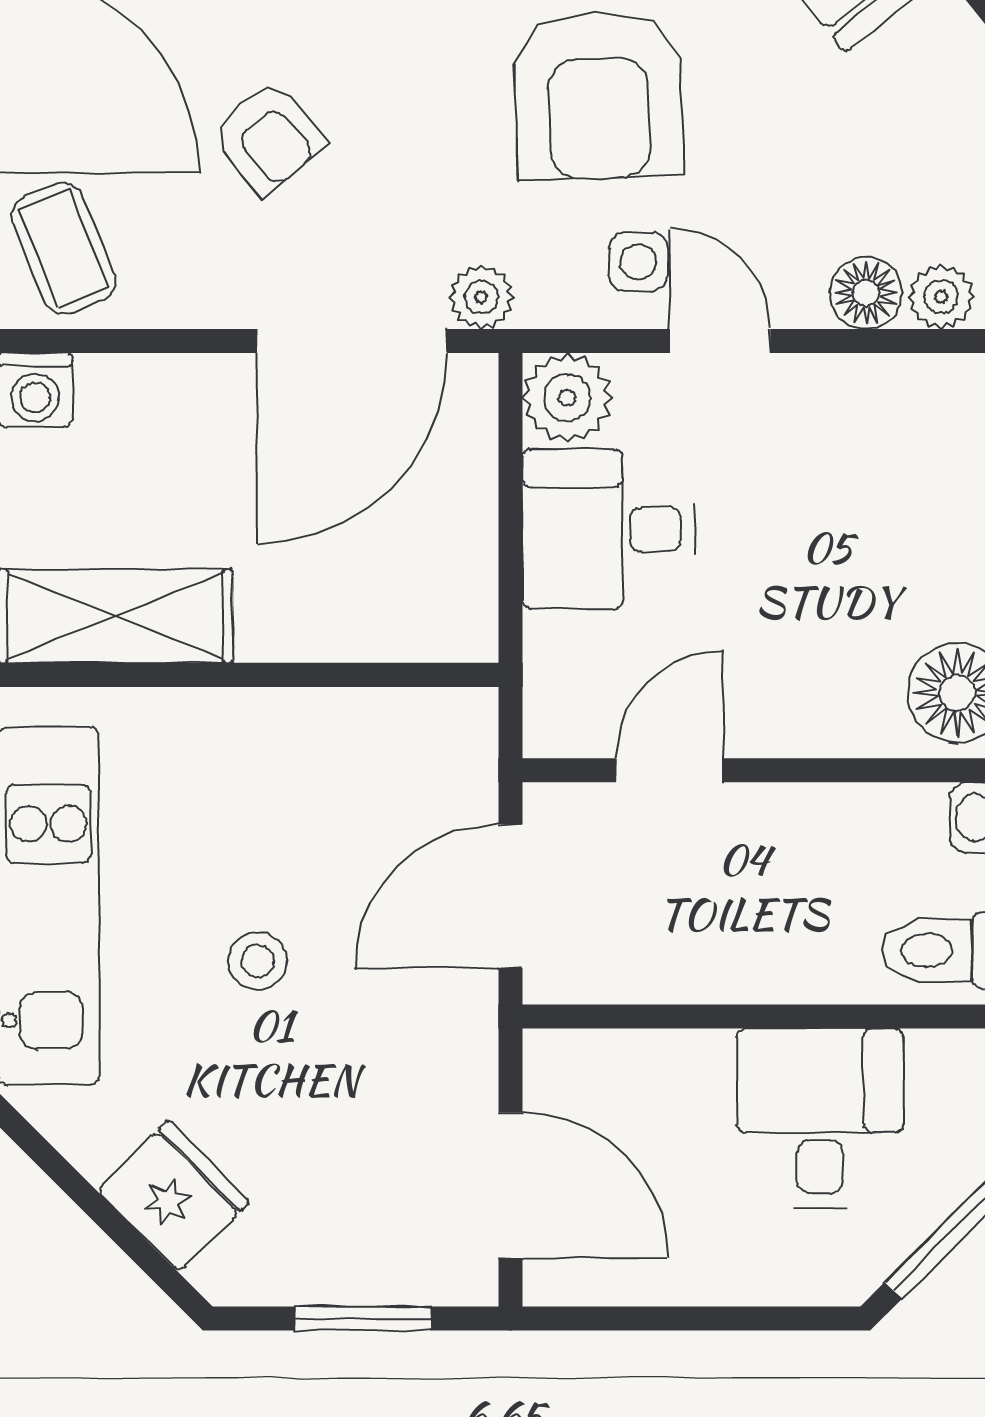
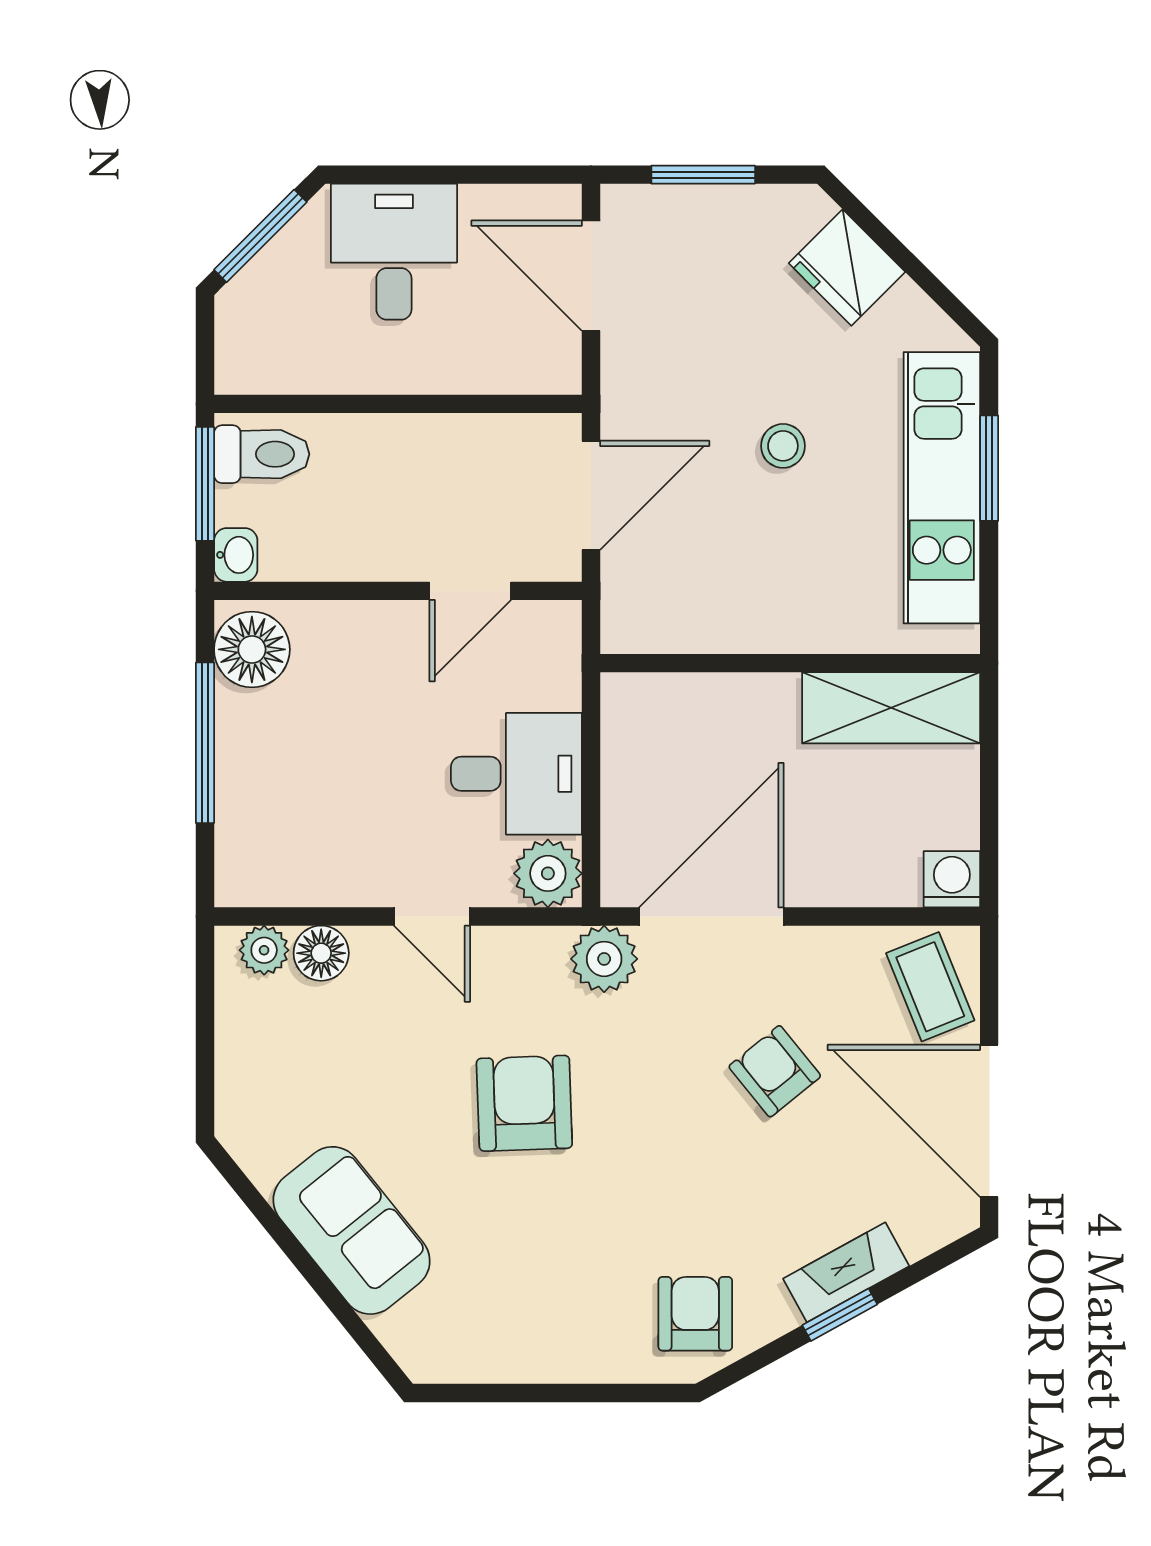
armchair: (598, 95) -> (524, 1103), width x0.73, depth x0.73
side table: (638, 262) -> (494, 977), removed
plant: (481, 297) -> (604, 959), width x1.38, depth x1.38
desk: (820, 1118) -> (394, 252), moved, turned 180

